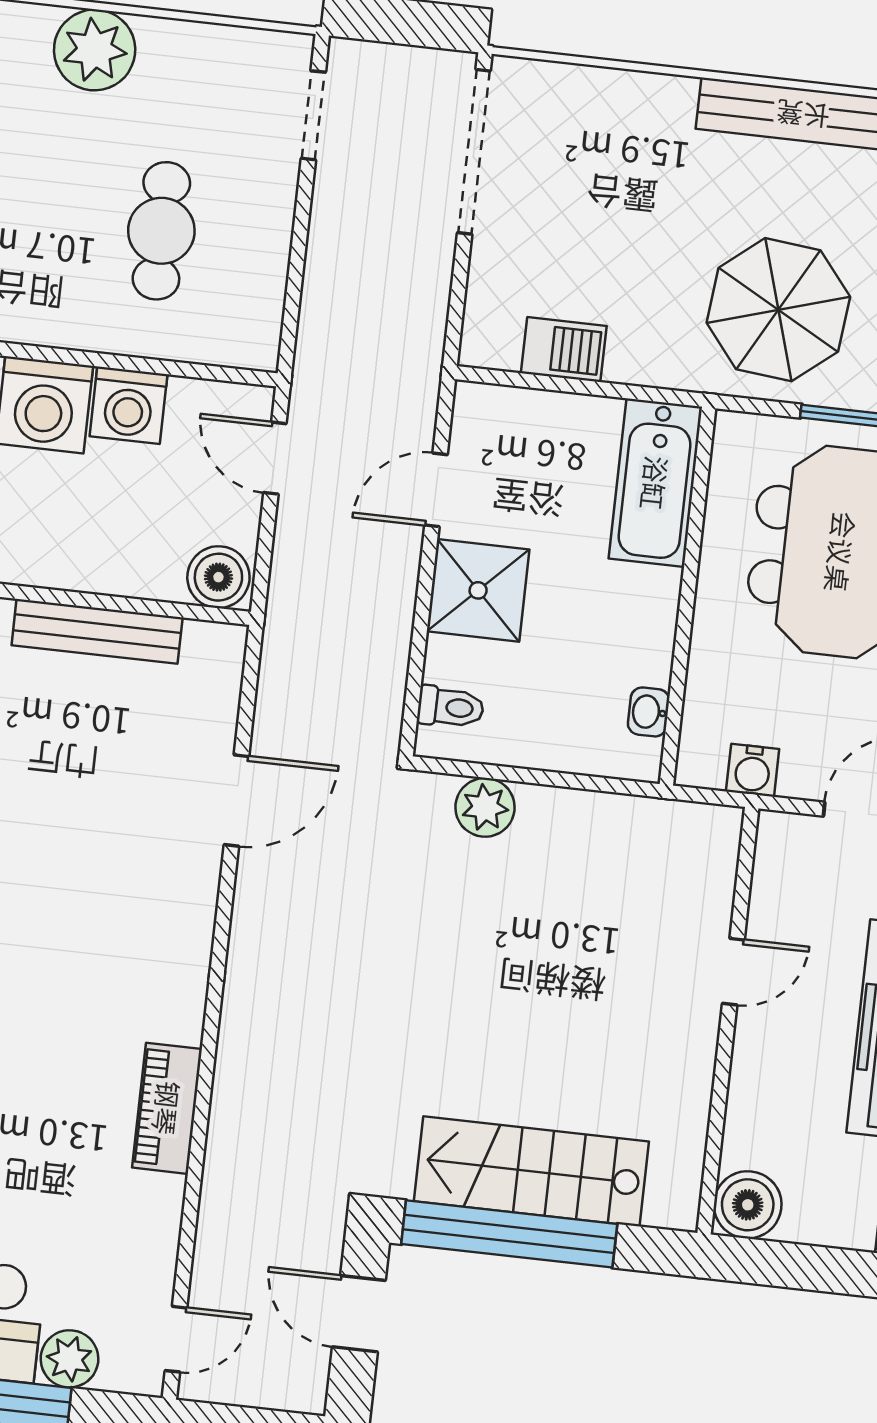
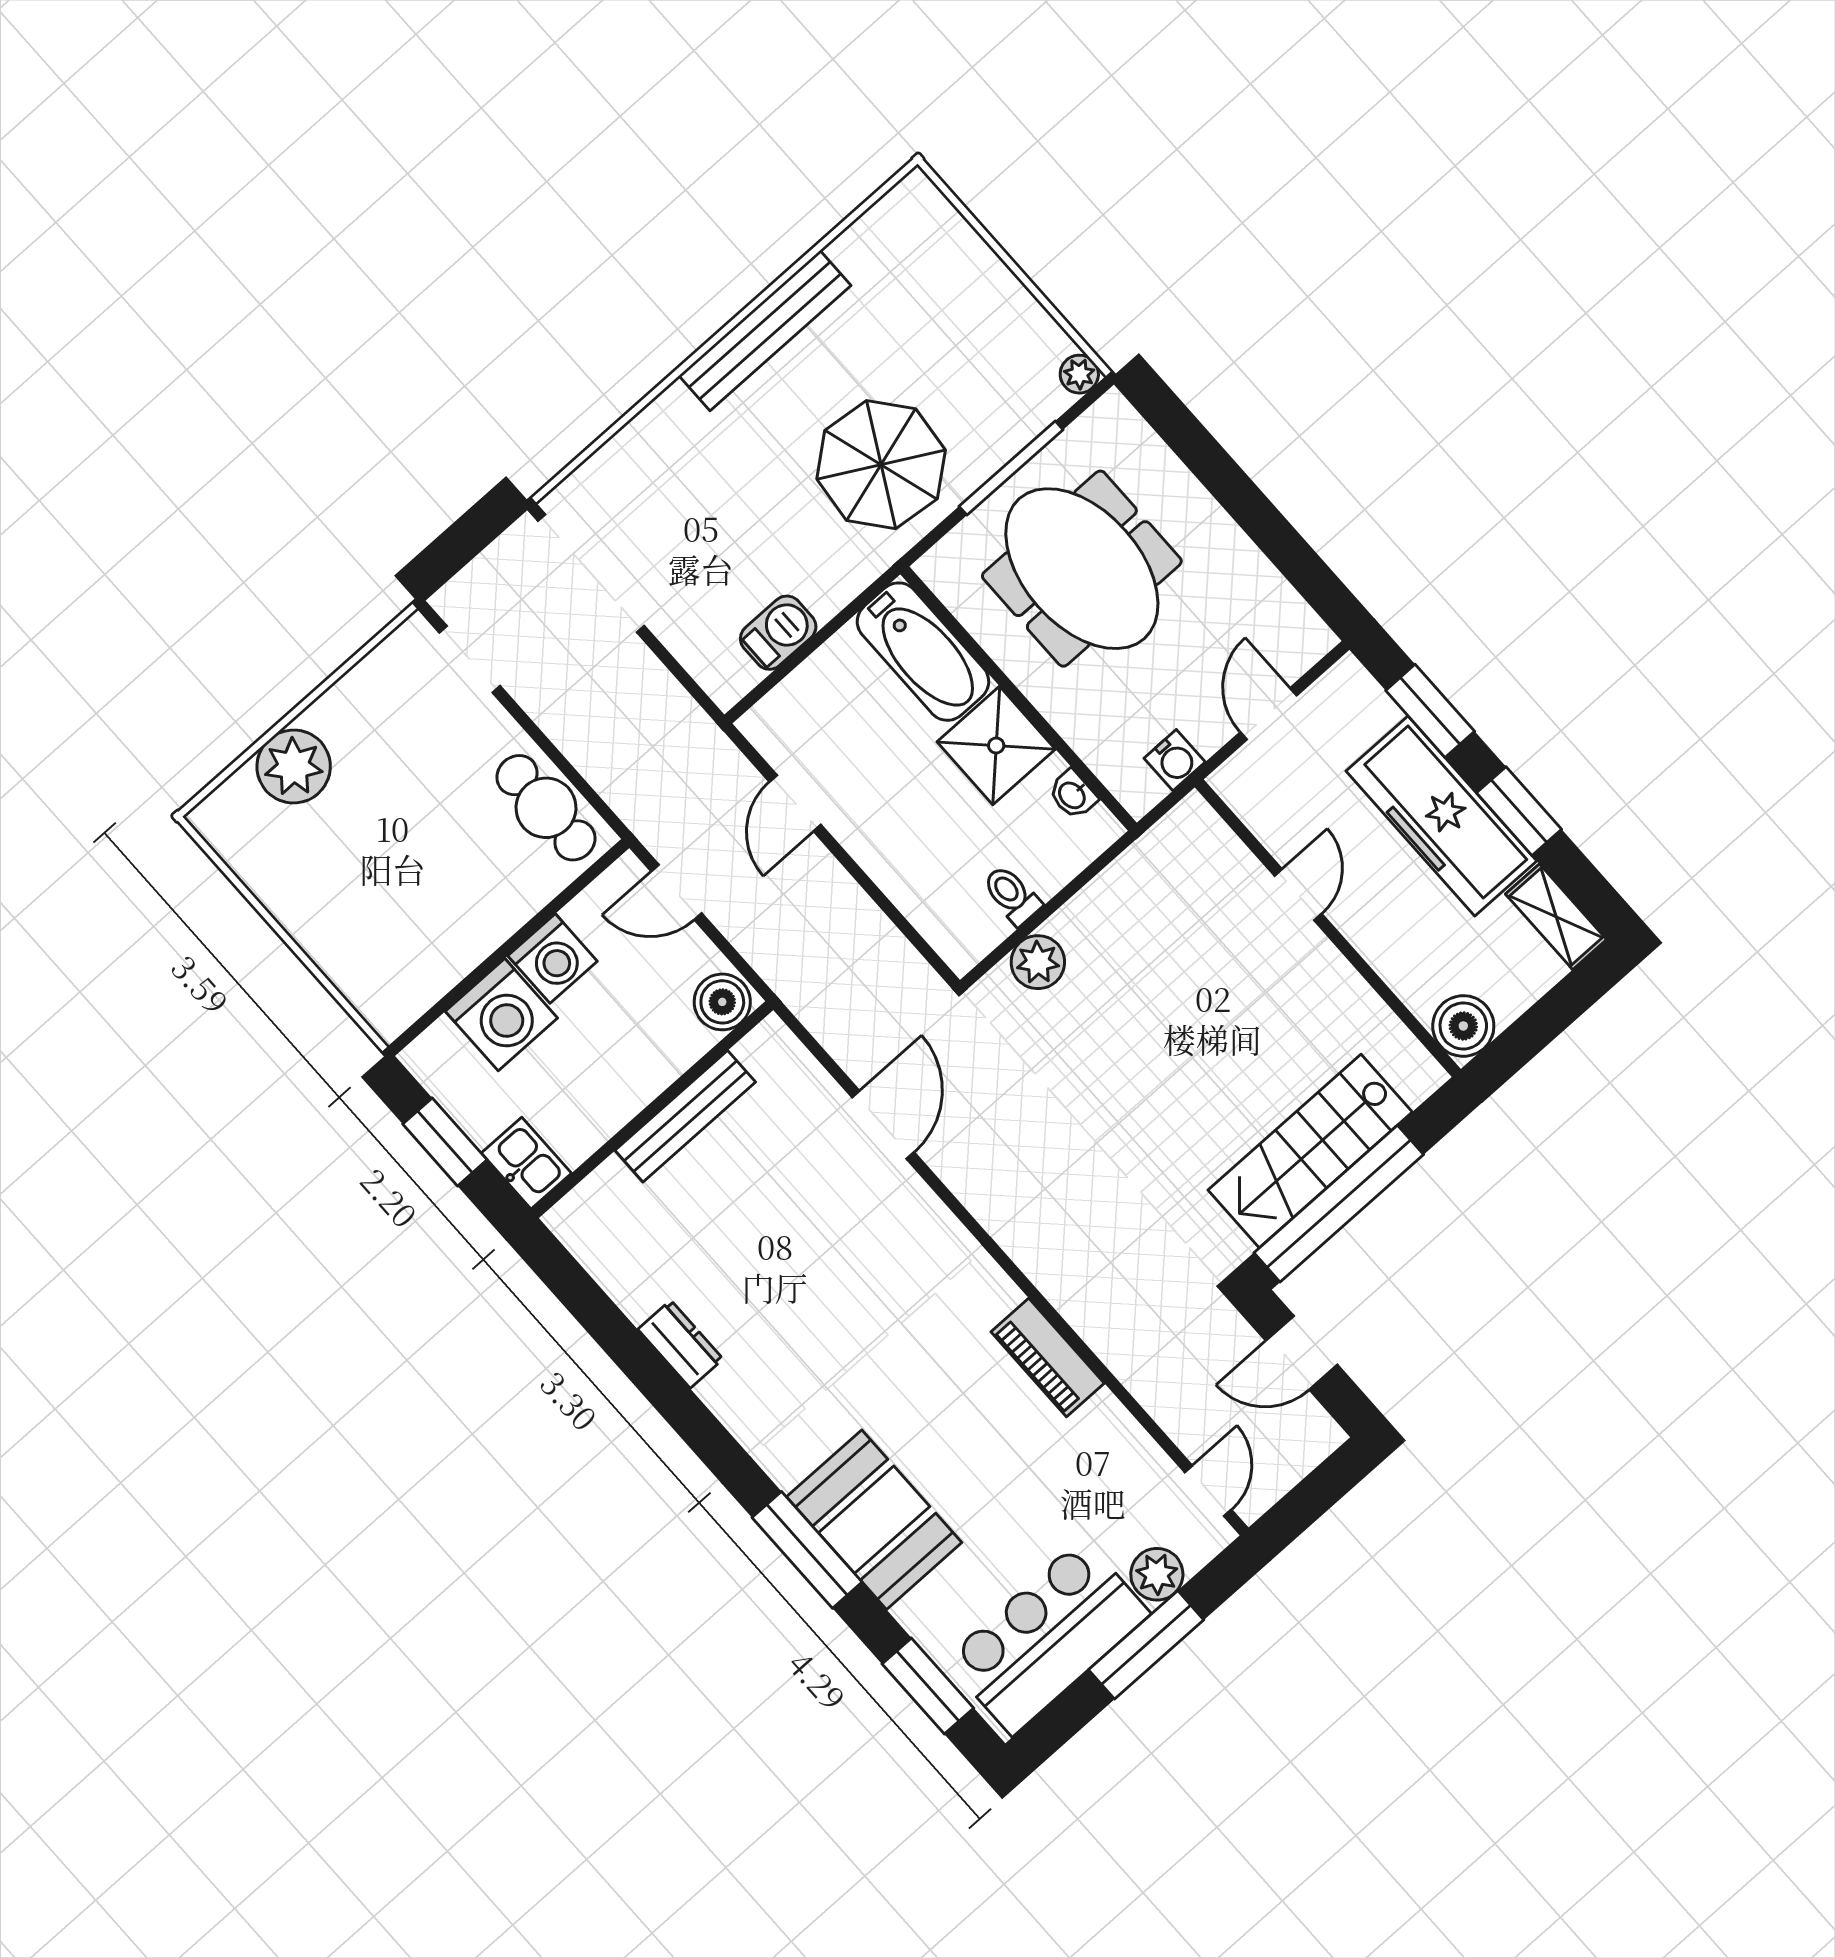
cafe table: (161, 231) -> (546, 808), moved
shower: (478, 590) -> (996, 746), moved
toilet: (451, 707) -> (1012, 895), moved, turned -90

